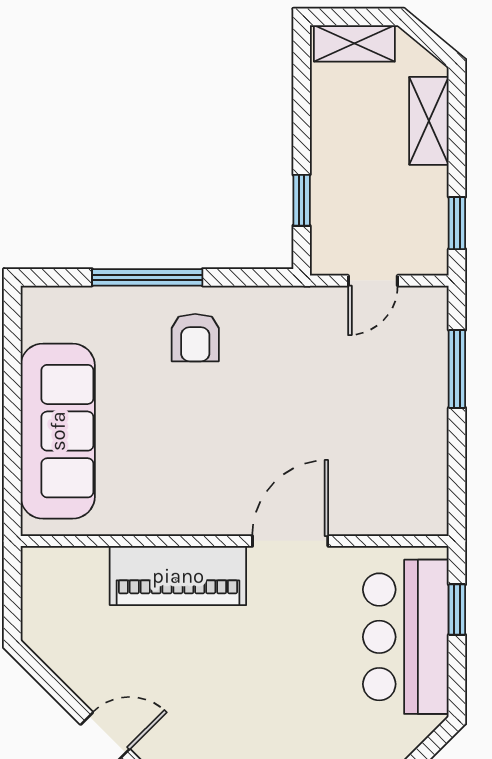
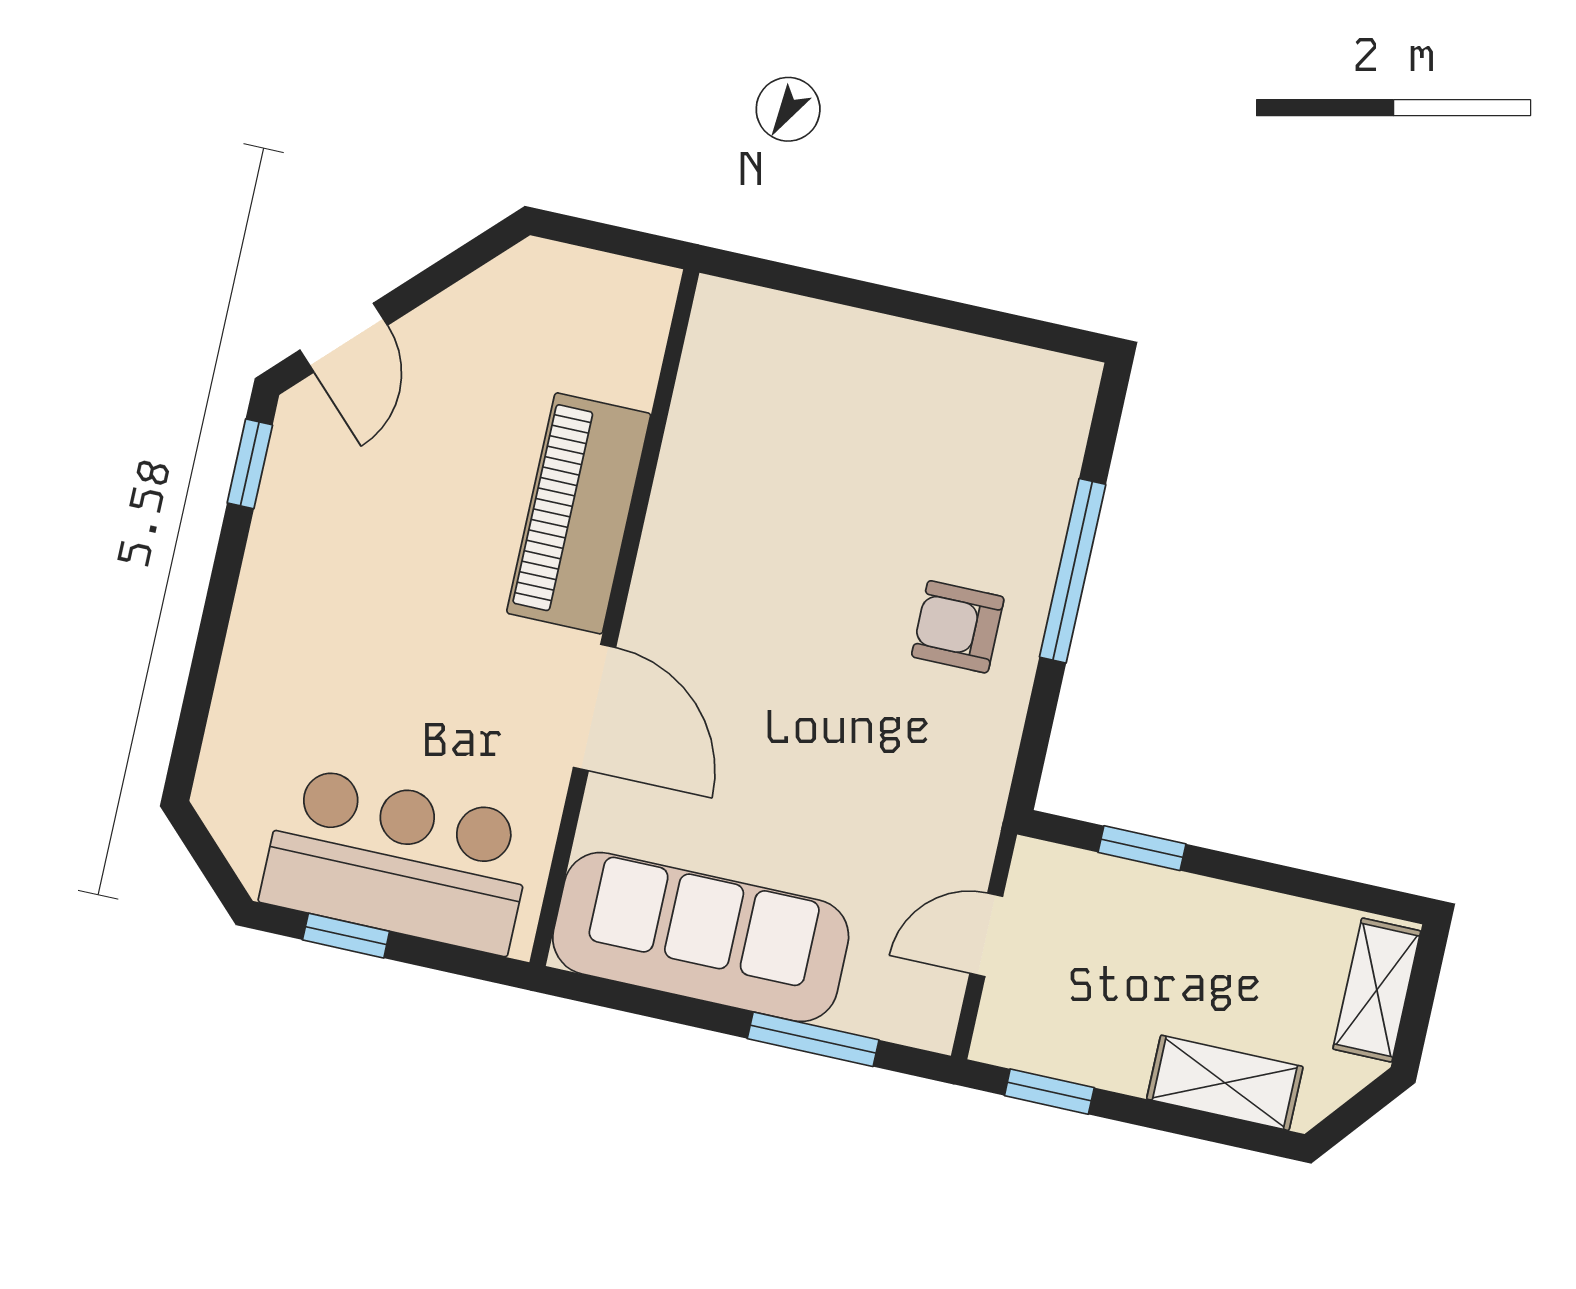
door: (373, 281) -> (986, 935), hinge flipped
sofa: (58, 431) -> (701, 937), moved, turned 180
window: (457, 610) -> (346, 936), moved

